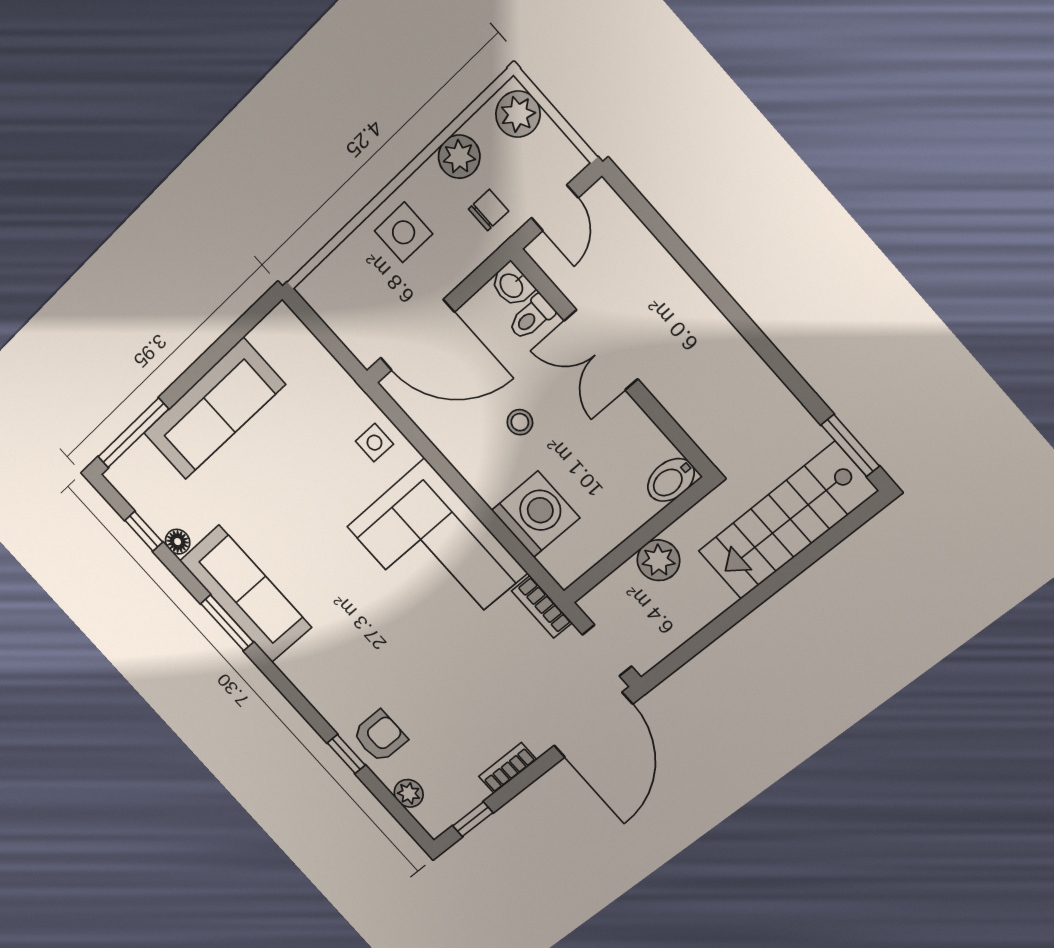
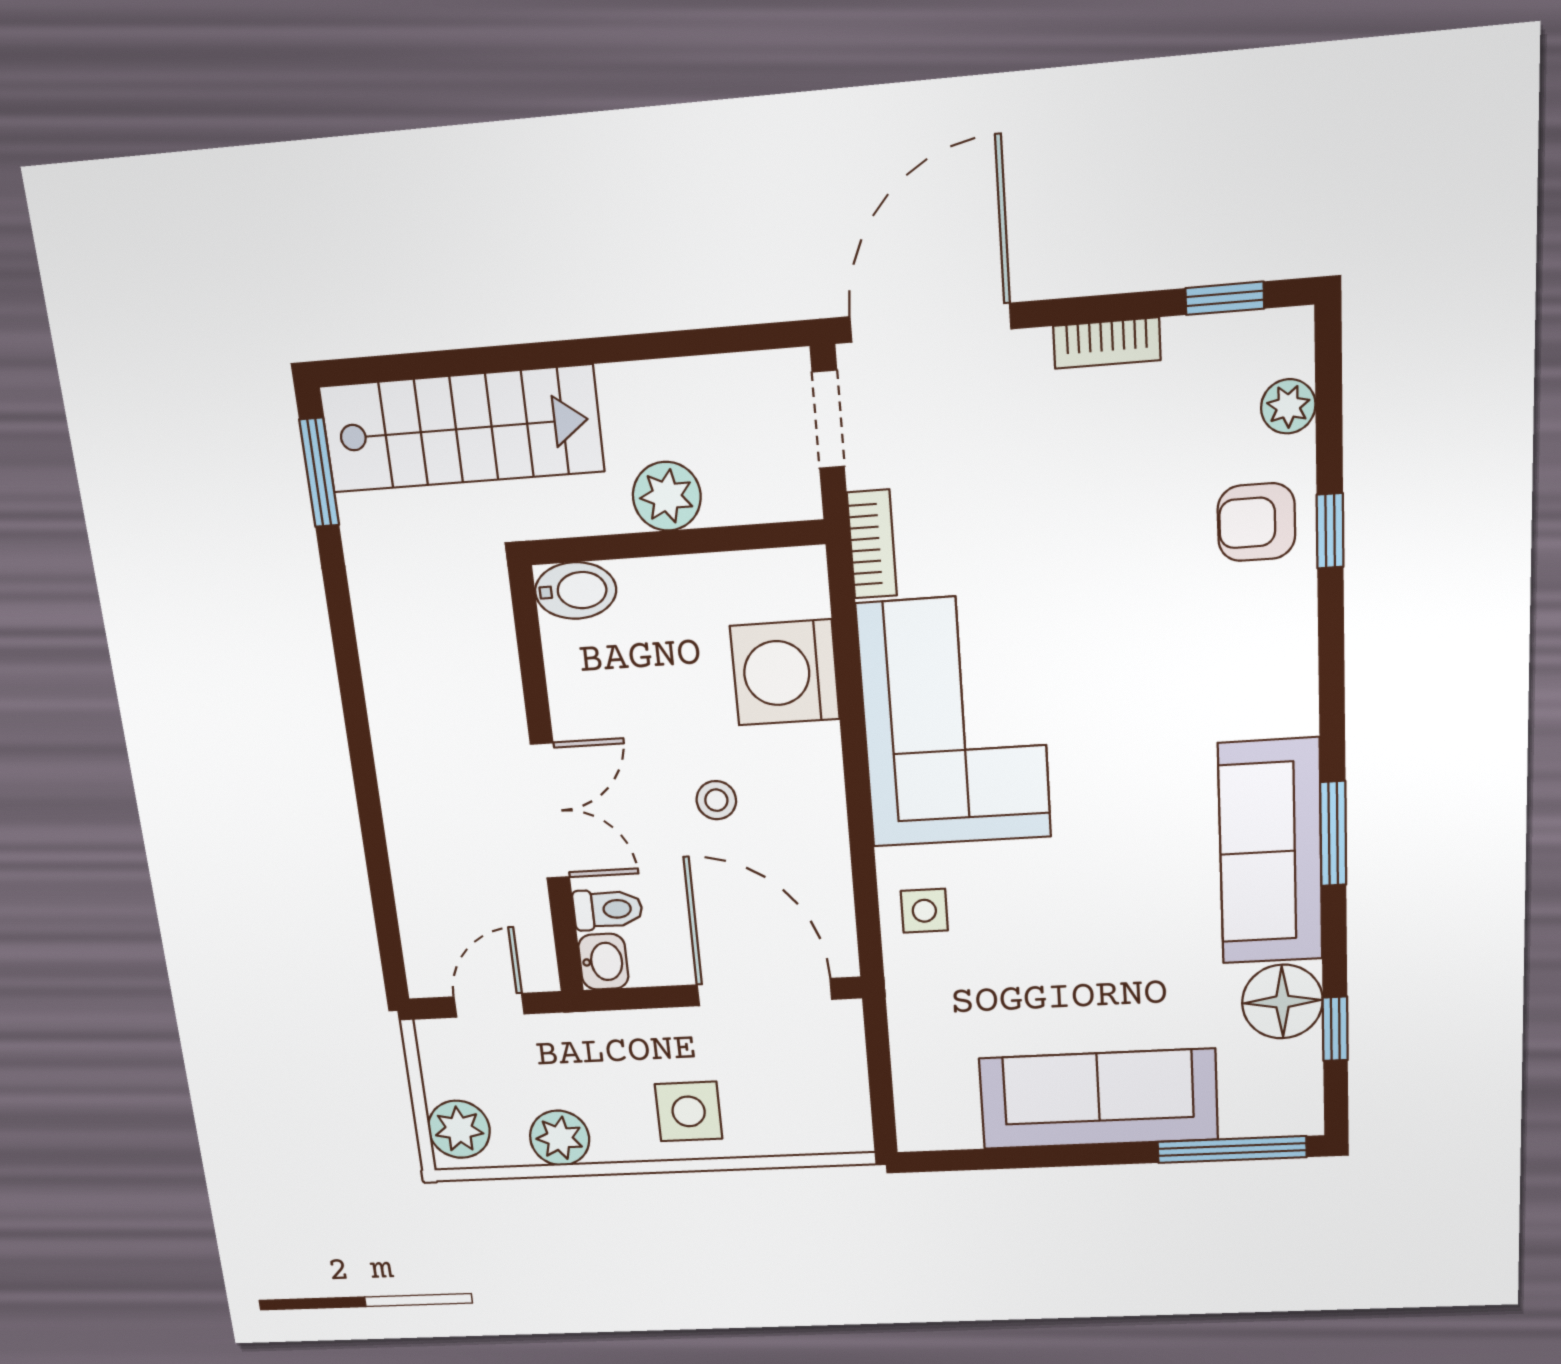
chair: (489, 210) -> (569, 1060), removed
floor lamp: (178, 542) -> (1282, 1002), width x1.89, depth x1.89

